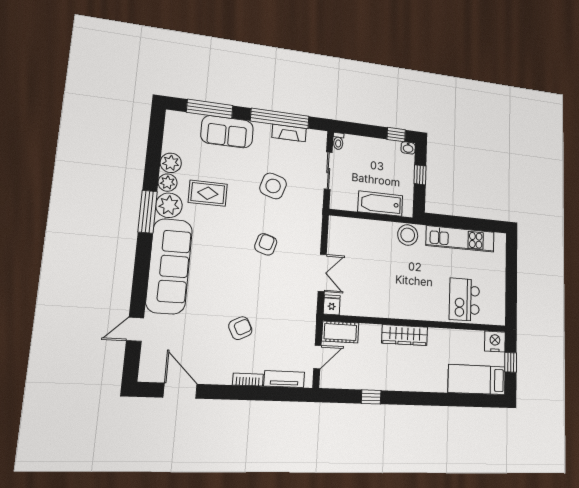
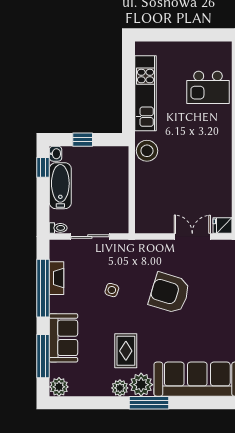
plant: (171, 163) -> (59, 387), moved
side table: (273, 186) -> (112, 290), width x0.54, depth x0.54
bathtub: (380, 204) -> (60, 186), moved, turned 180
armchair: (266, 244) -> (169, 293), width x1.88, depth x1.88

